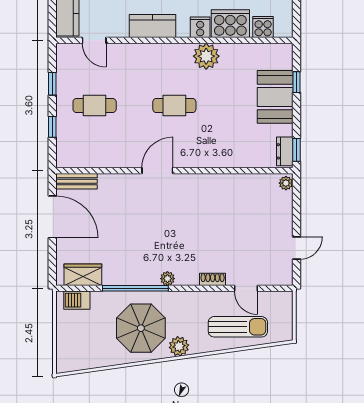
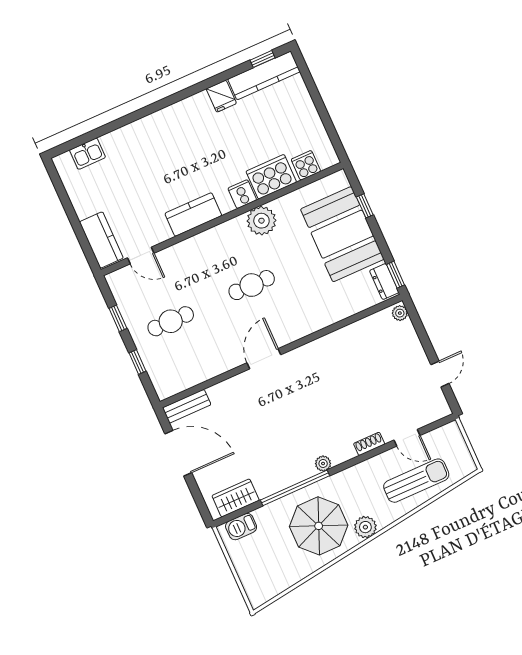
booth: (275, 97) -> (342, 234), width x1.36, depth x1.42

